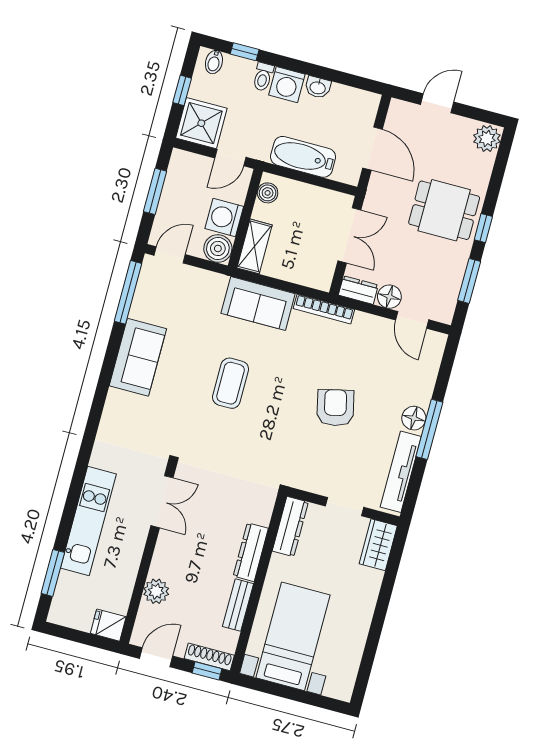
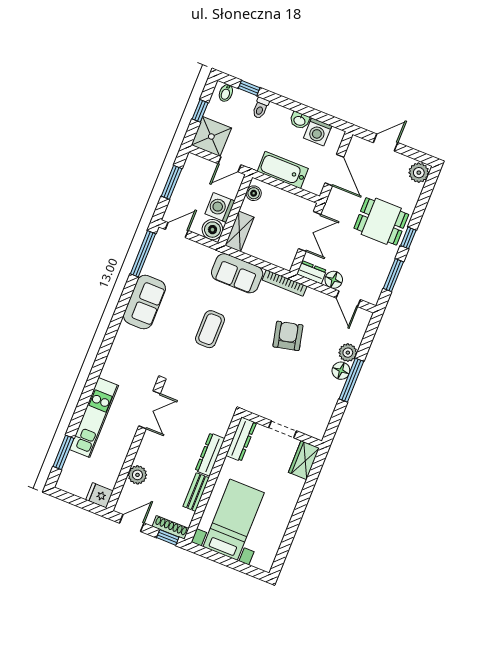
washing machine: (287, 85) -> (318, 132), moved
plant: (420, 393) -> (348, 353), added
armchair: (335, 408) -> (288, 336), moved
tv unit: (401, 472) -> (327, 409), removed

